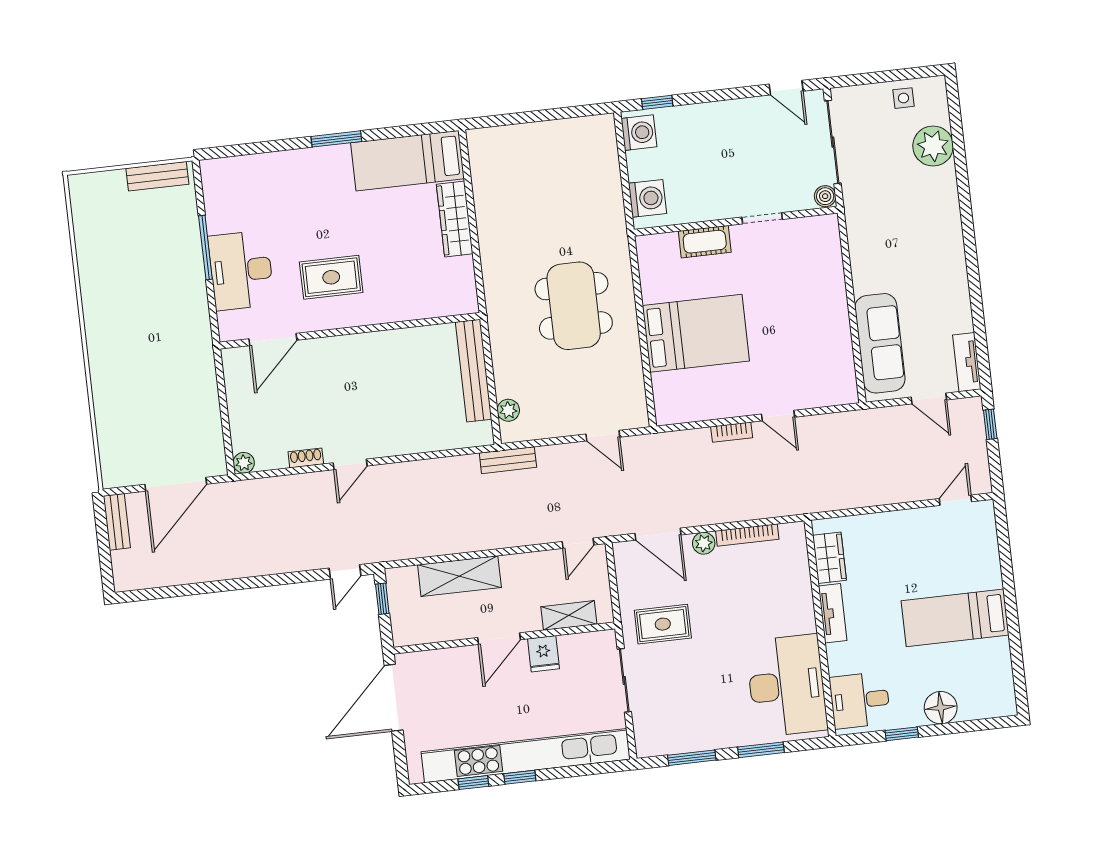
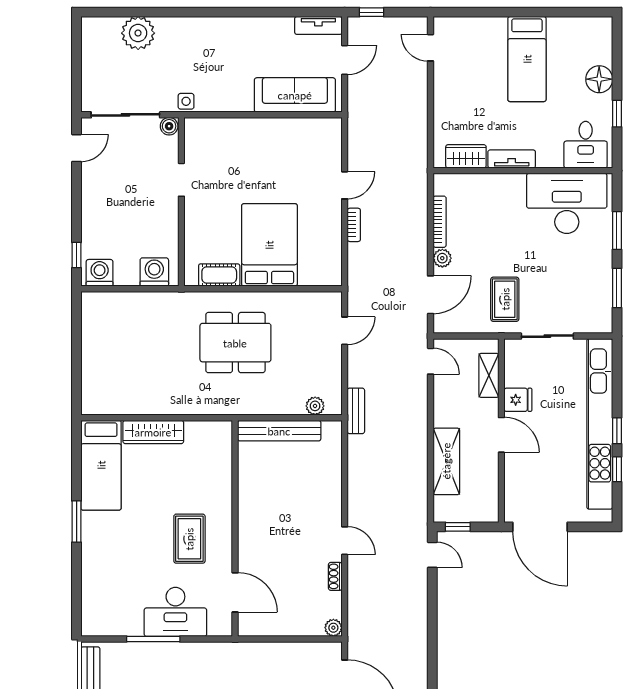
side table: (903, 98) -> (186, 101), moved
cot: (705, 242) -> (219, 275), moved, turned 90

